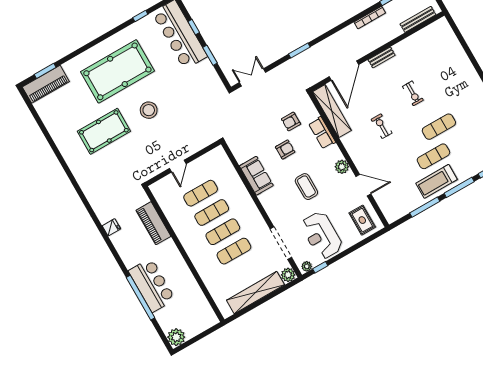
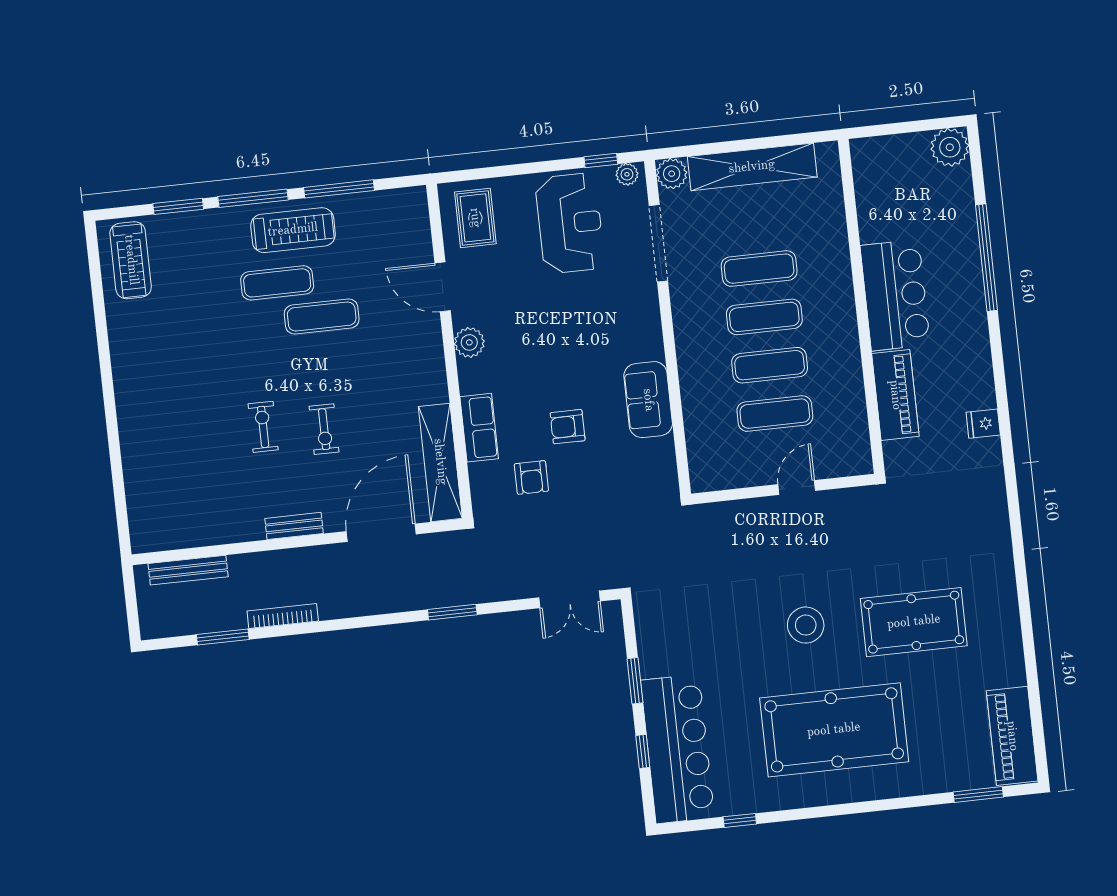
piano: (46, 84) -> (1012, 736), moved, turned -90
armchair: (291, 122) -> (531, 477), turned 90
exercise bike: (382, 126) -> (324, 429), moved
exercise mat: (439, 127) -> (322, 316), moved
coffee table: (306, 187) -> (558, 334), removed
bar counter: (152, 285) -> (895, 295), moved, turned 180

